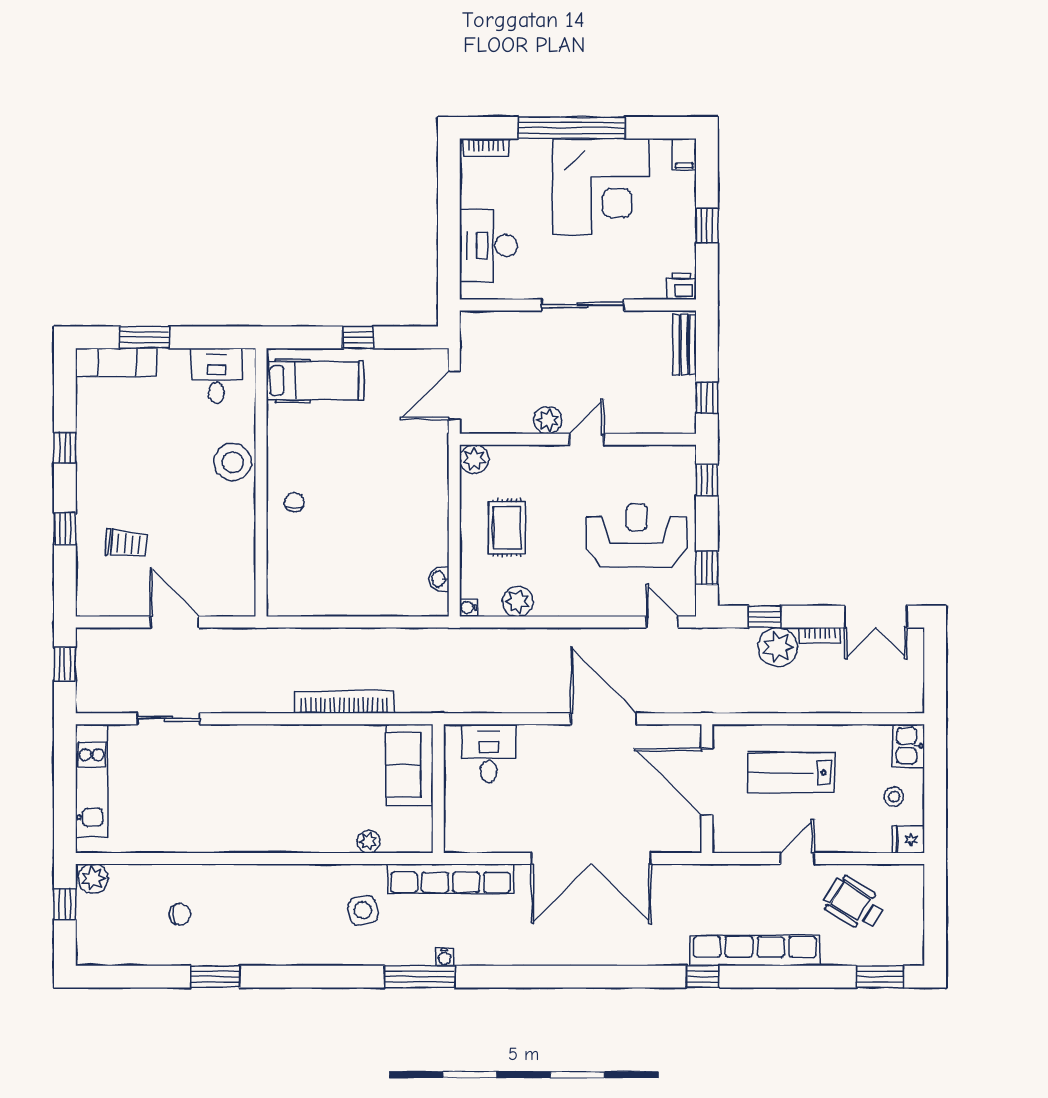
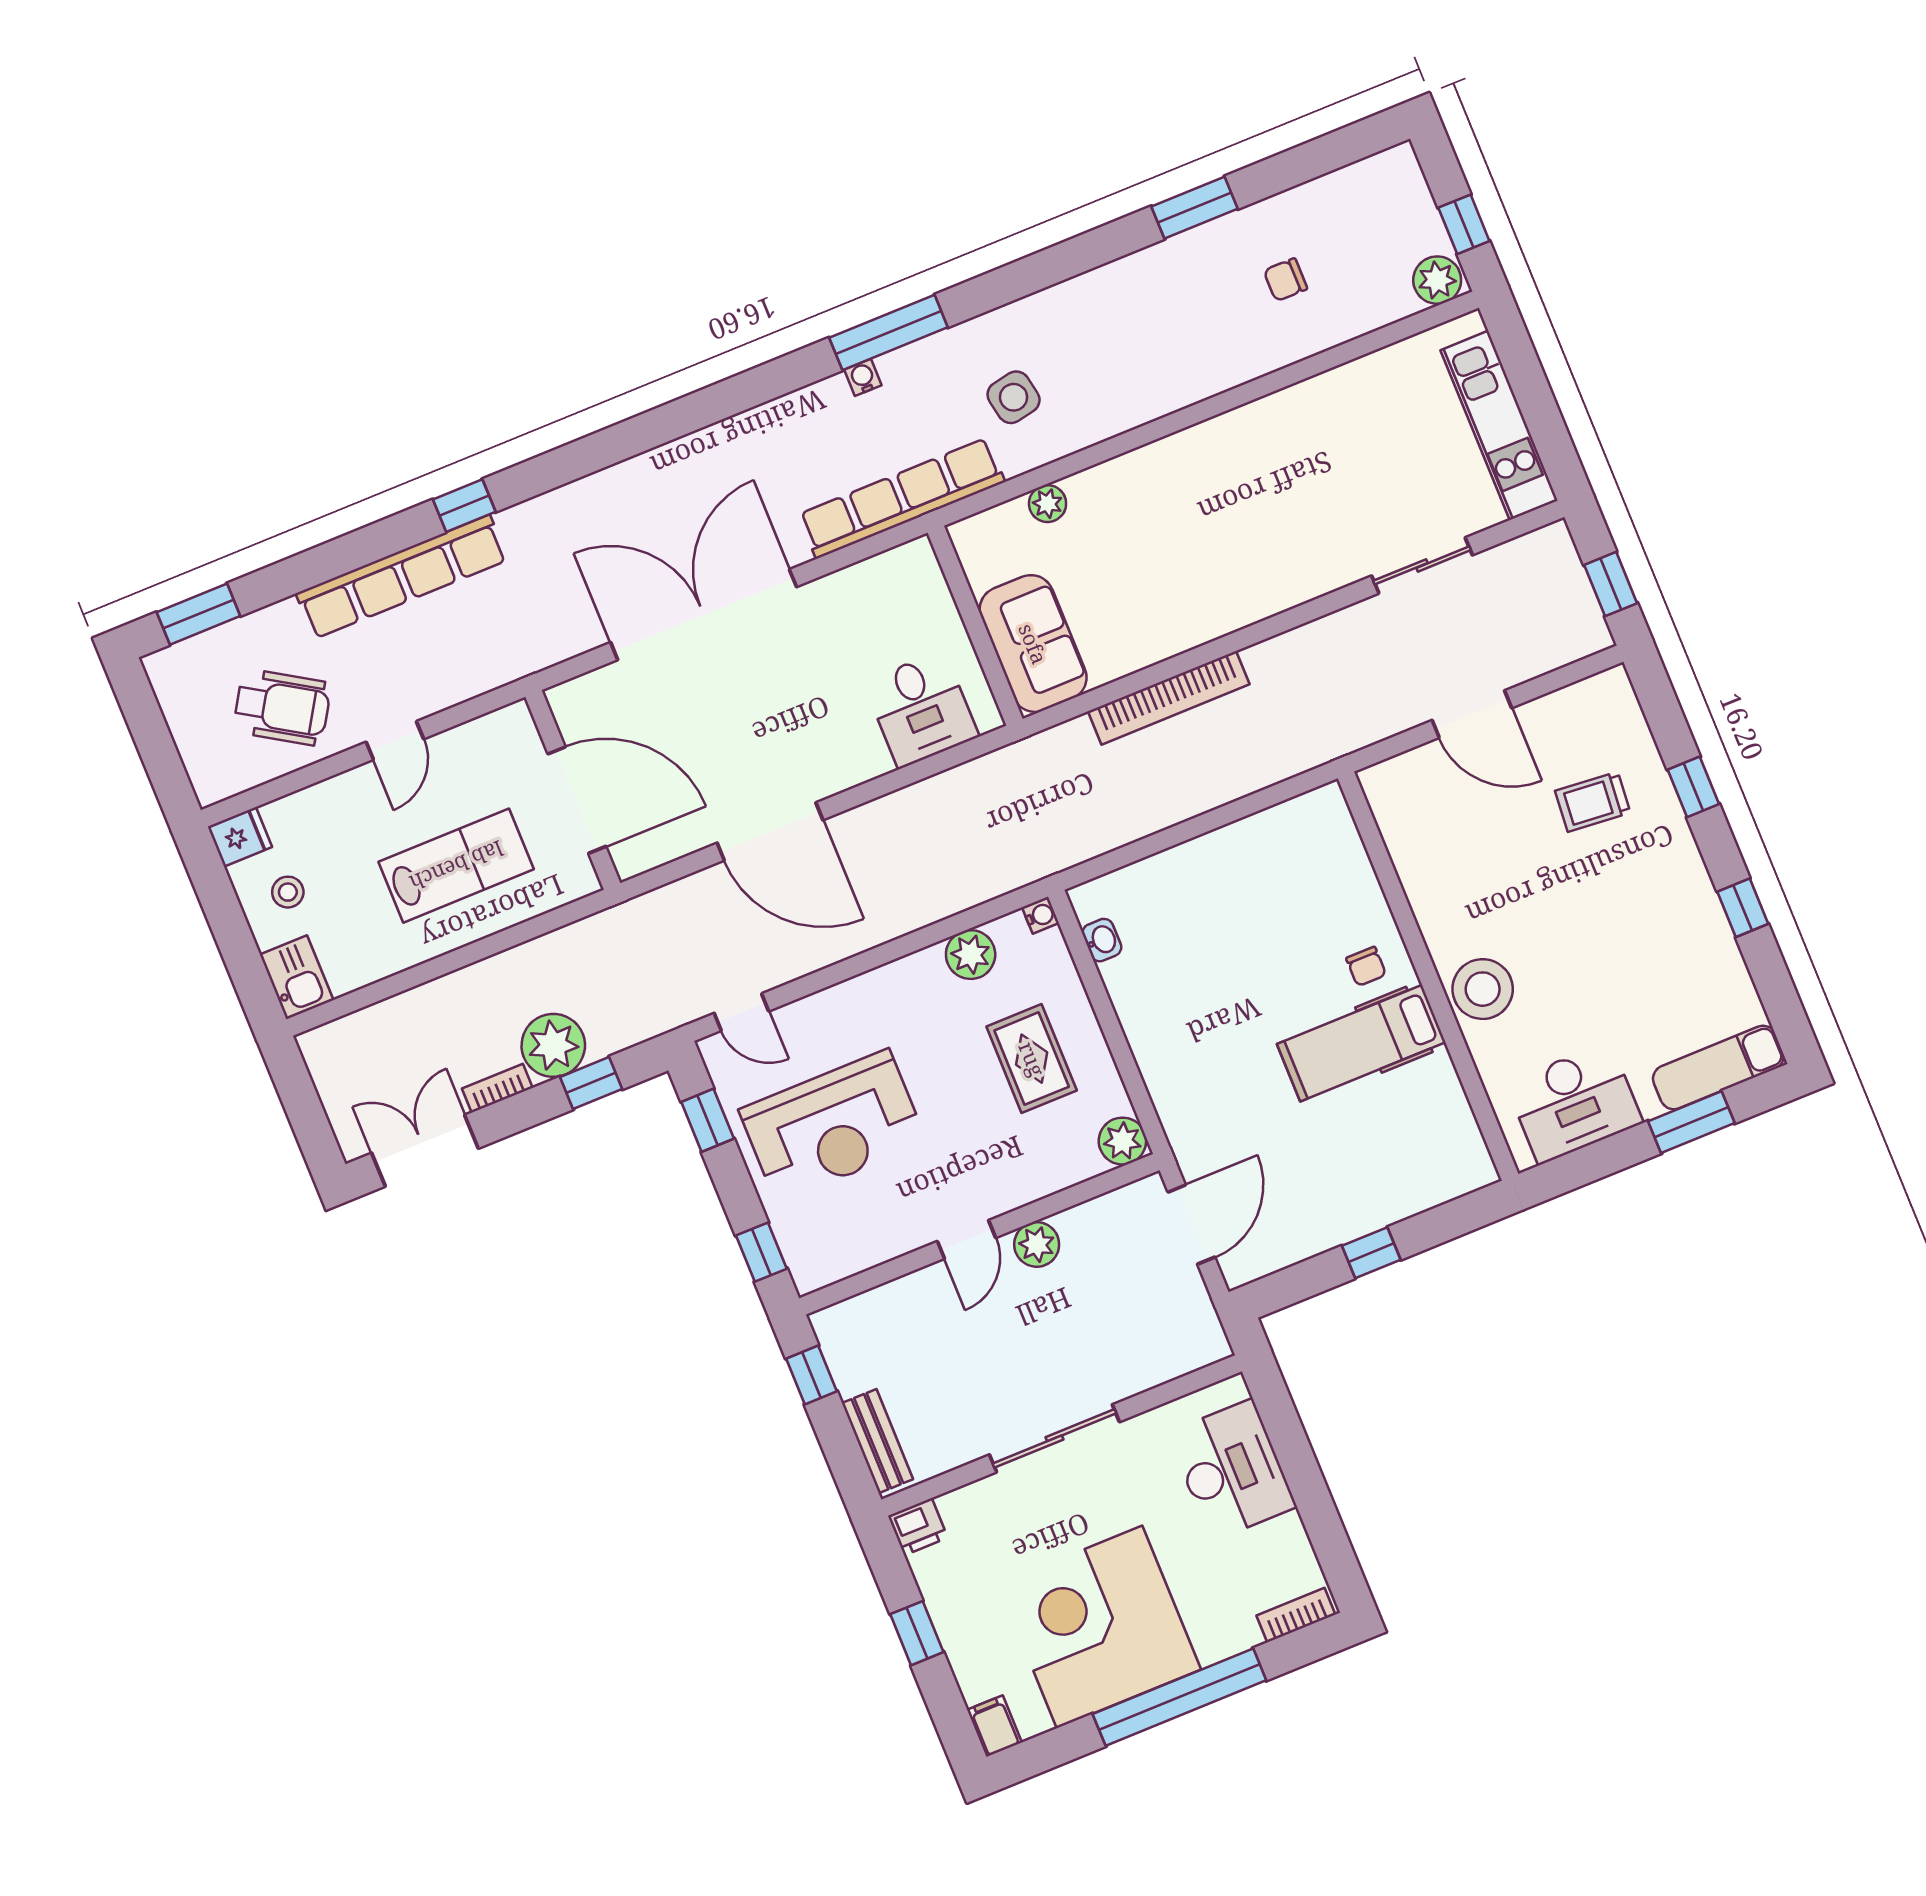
desk: (216, 376) -> (1574, 1103), width x1.37
hospital bed: (315, 381) -> (1361, 1043), moved

